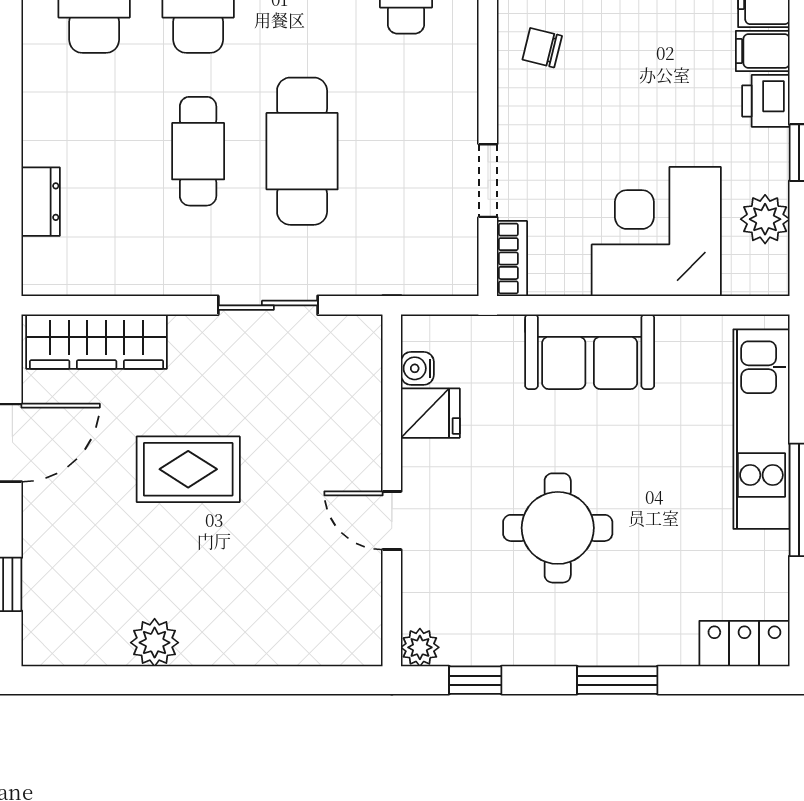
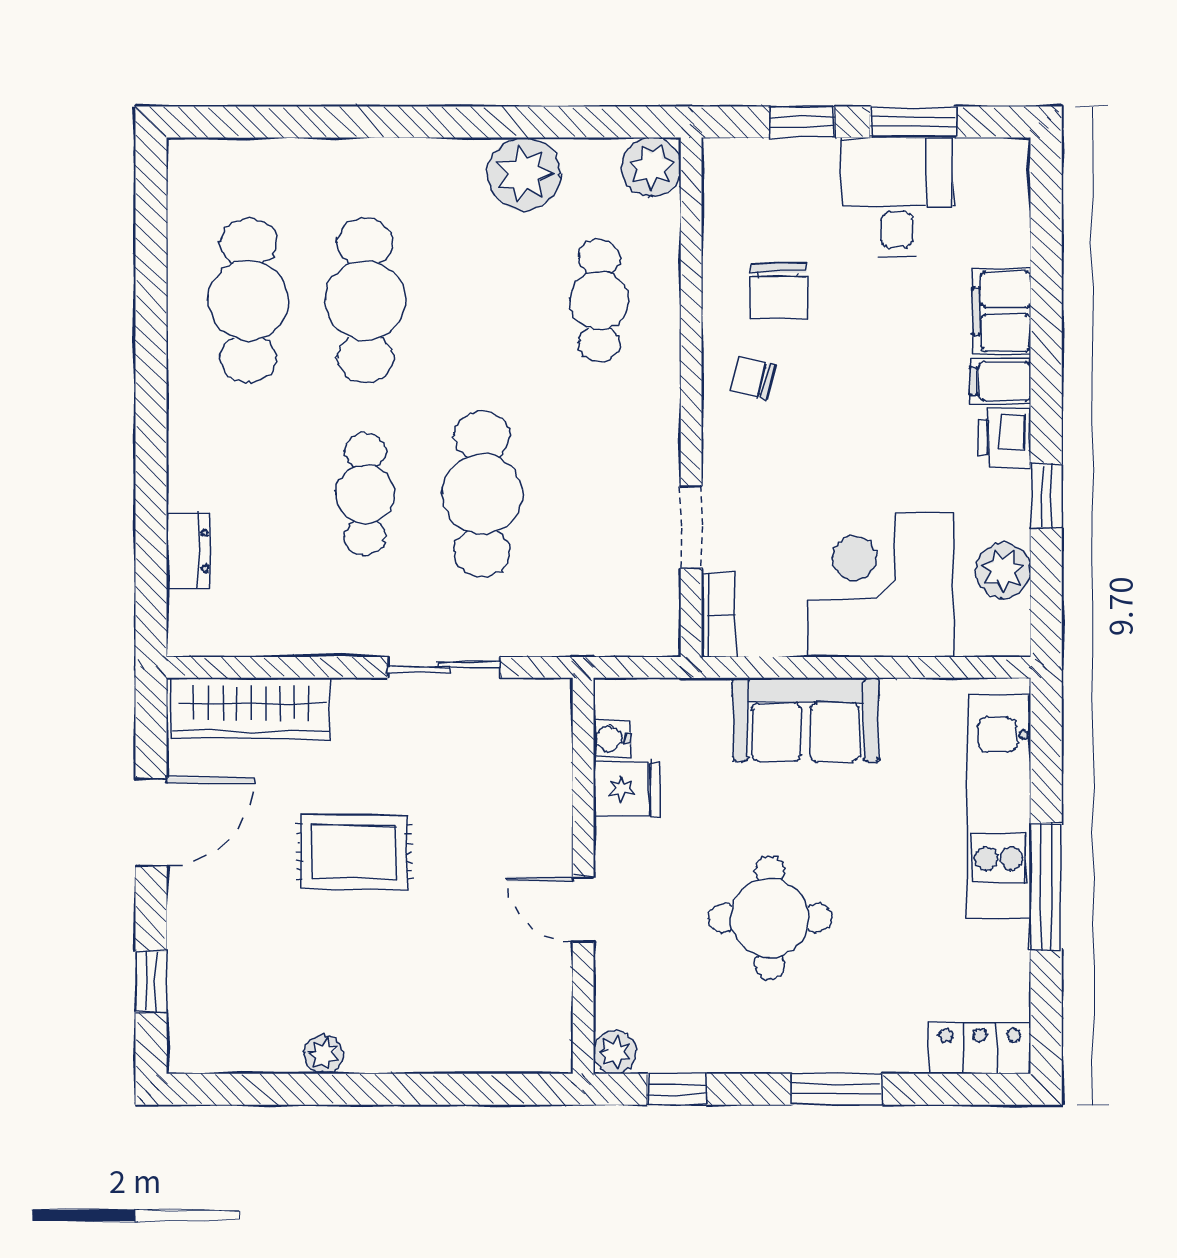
plant: (155, 643) -> (324, 1054), width x0.73, depth x0.73

